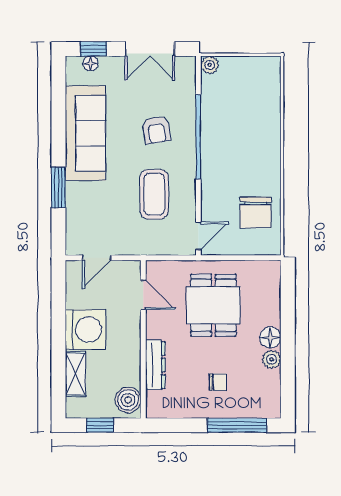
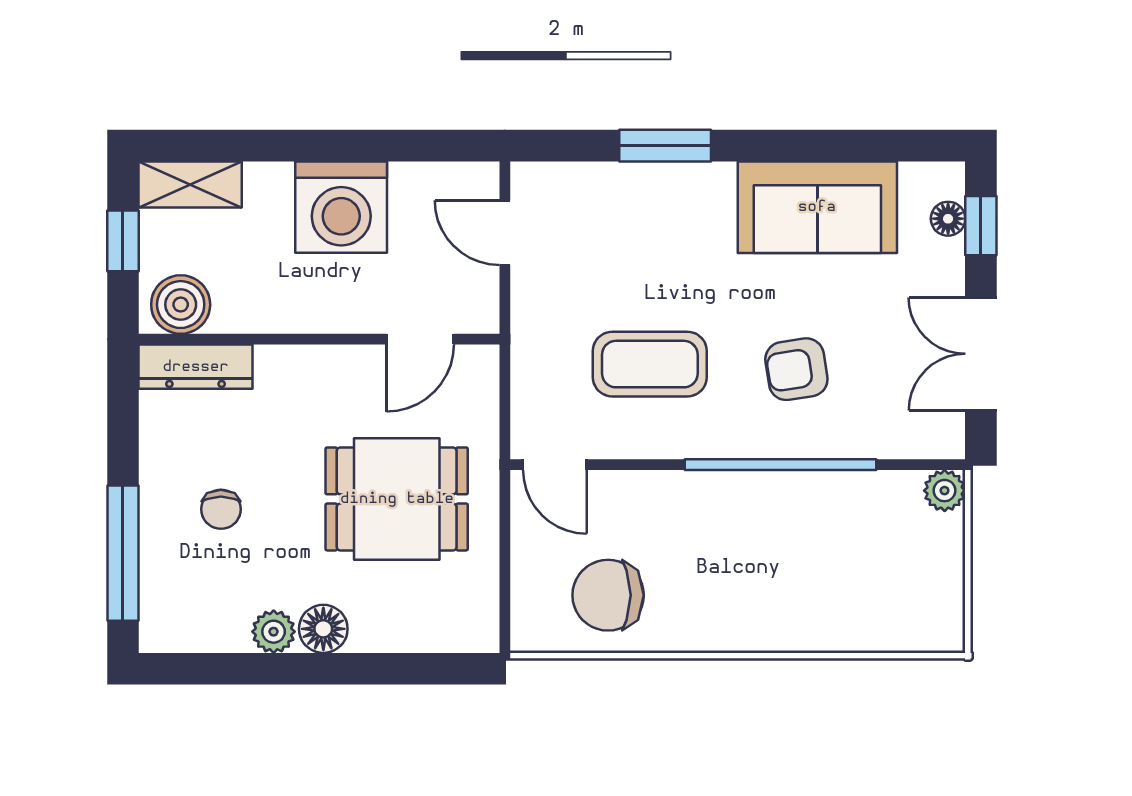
sofa: (85, 133) -> (817, 207), width x0.73
dresser: (155, 365) -> (196, 367), moved
shelving: (75, 374) -> (190, 184), moved

